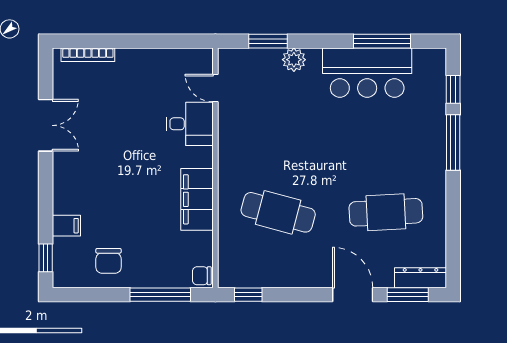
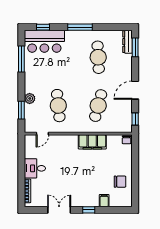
bar counter: (367, 73) -> (44, 41), moved, turned 90
cafe table: (278, 123) -> (58, 106), added
desk: (190, 124) -> (35, 168), moved, turned -90
window: (453, 143) -> (80, 27), moved
window: (46, 258) -> (89, 210), moved
window: (160, 295) -> (135, 158), removed
door: (353, 295) -> (135, 90), moved

